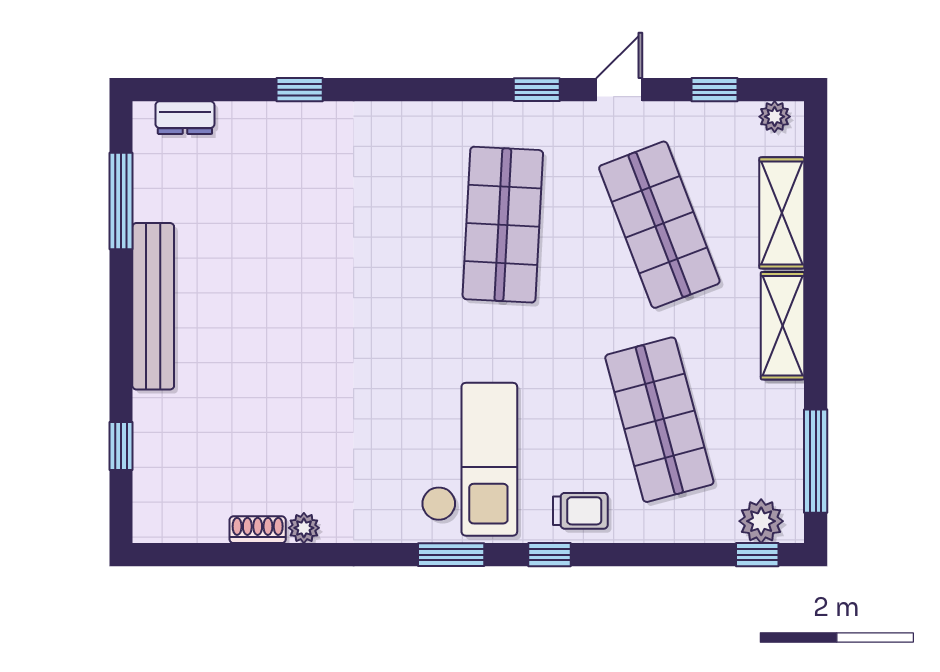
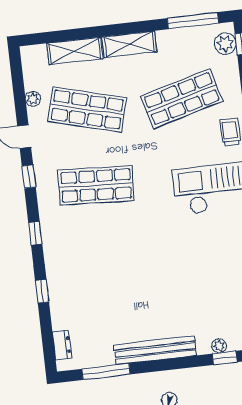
window: (715, 90) -> (35, 233), moved
plant: (775, 117) -> (33, 99), moved
shop shelf: (659, 225) -> (87, 110), turned 36
plant: (147, 438) -> (219, 346), added

